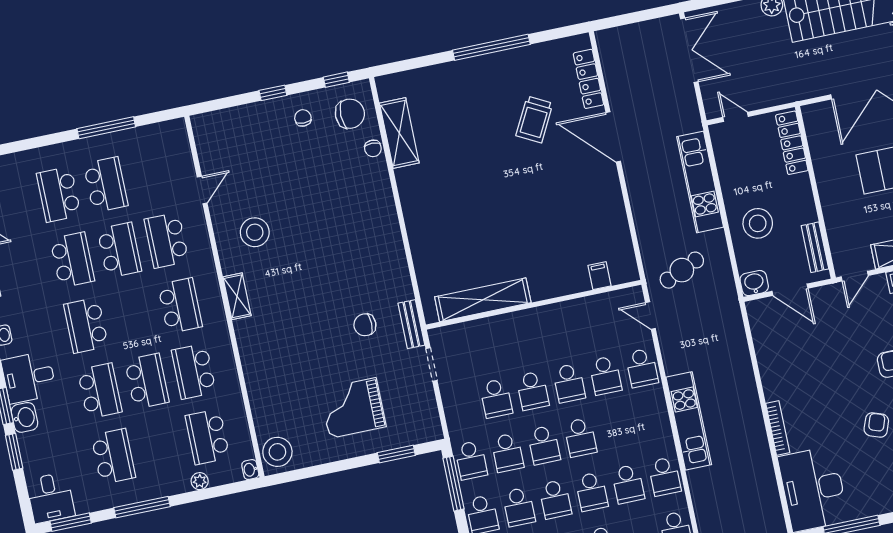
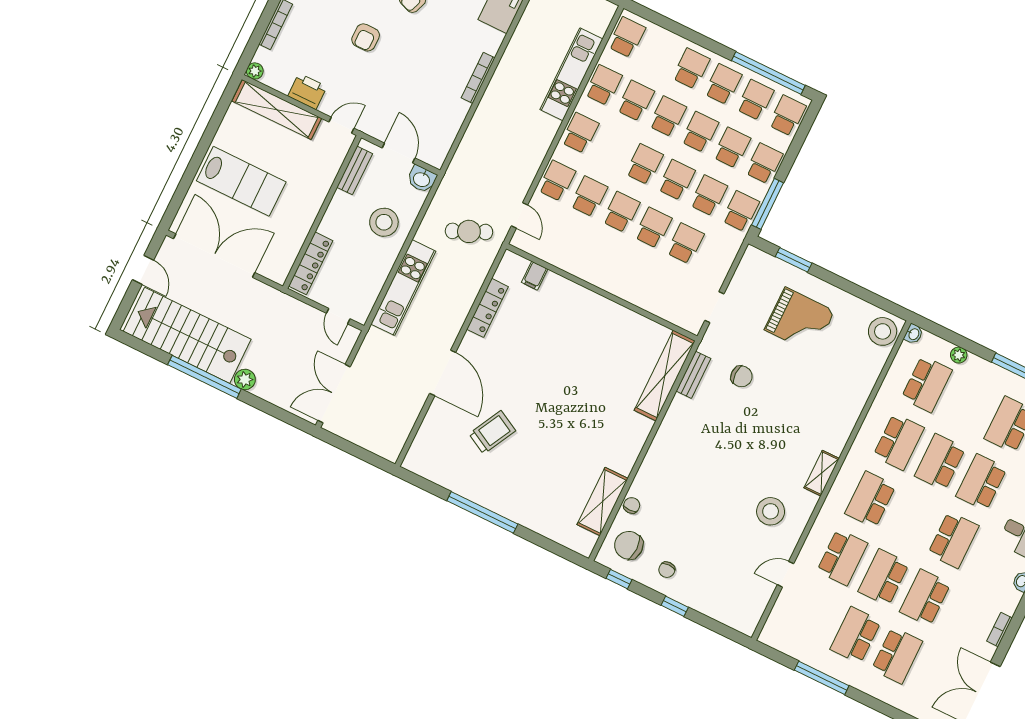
locker: (588, 79) -> (488, 308), moved
shelving: (483, 300) -> (665, 376), moved, turned 90
bench: (411, 324) -> (693, 375), moved
kitchen unit: (689, 421) -> (571, 74), moved
school desk: (653, 422) -> (580, 133), added
bookcase: (778, 428) -> (478, 78), moved

